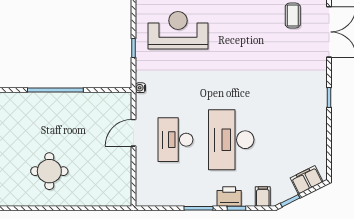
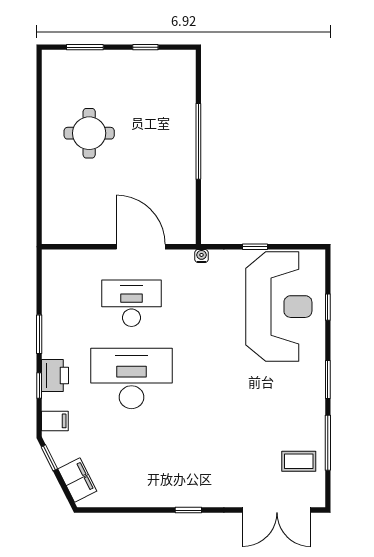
reception desk: (178, 30) -> (279, 307), width x1.36, depth x1.30
door: (134, 133) -> (141, 247), width x1.36

